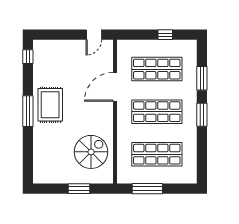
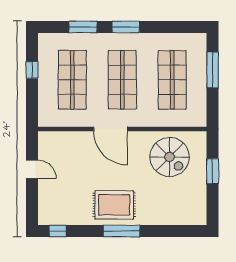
door: (94, 35) -> (32, 169), moved
door: (115, 87) -> (110, 129), moved
spiral stairs: (91, 152) -> (170, 157), turned 180
window: (147, 189) -> (213, 70), moved

